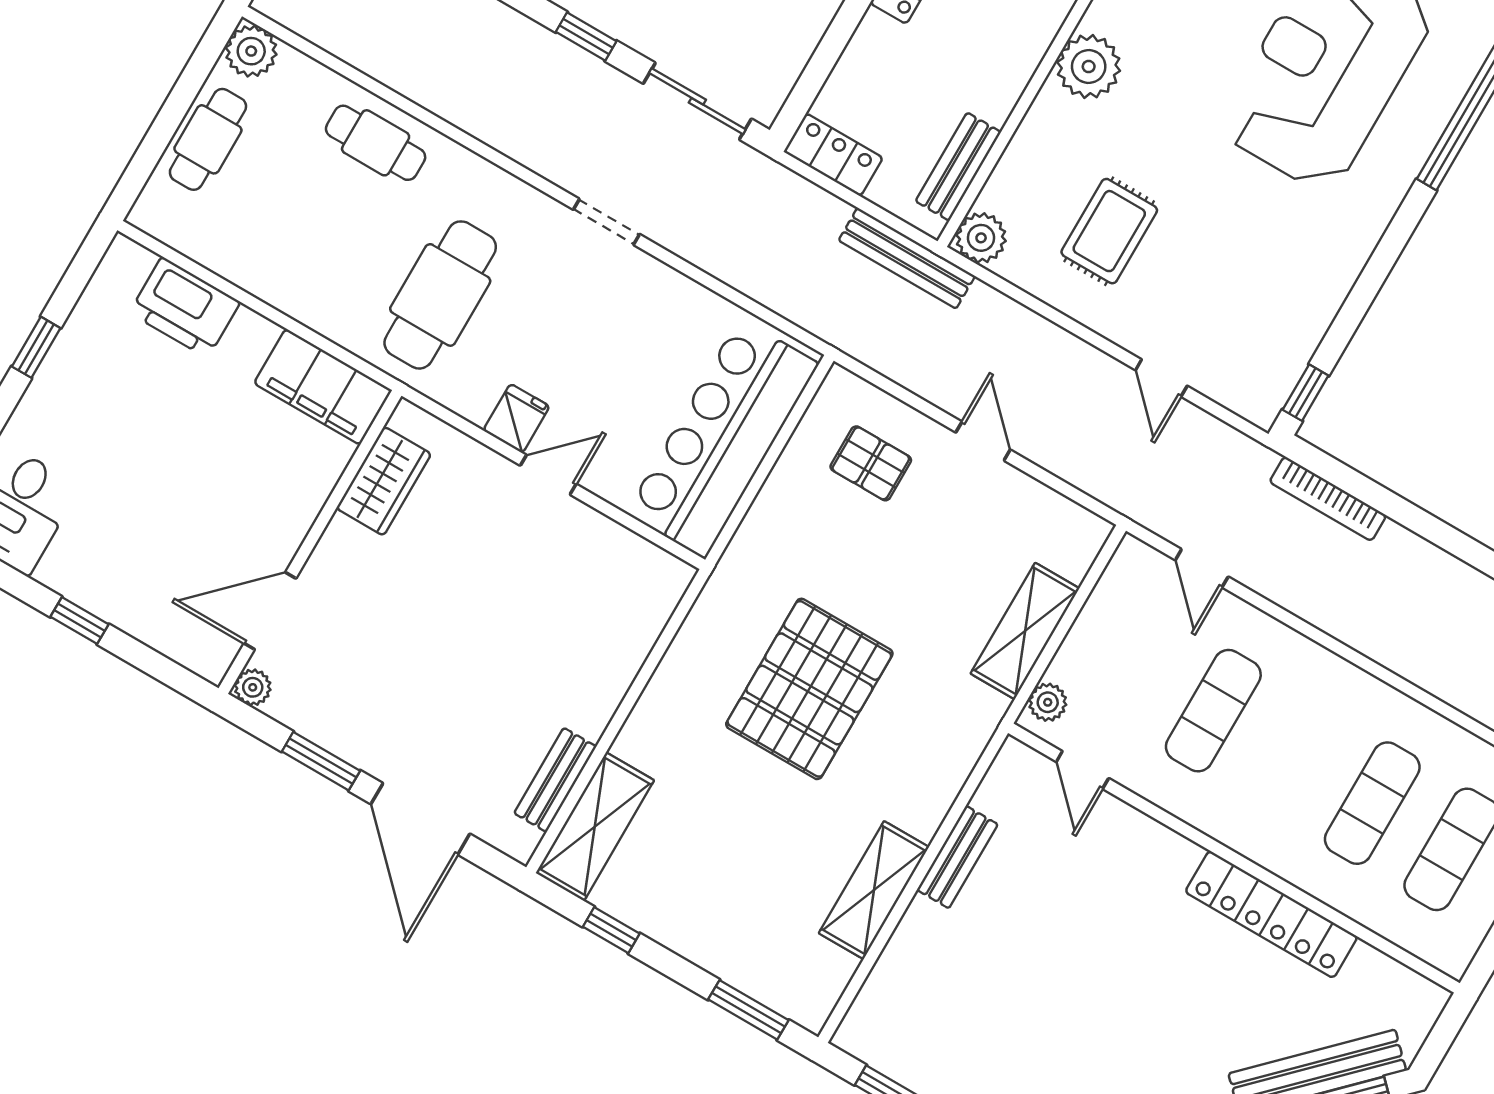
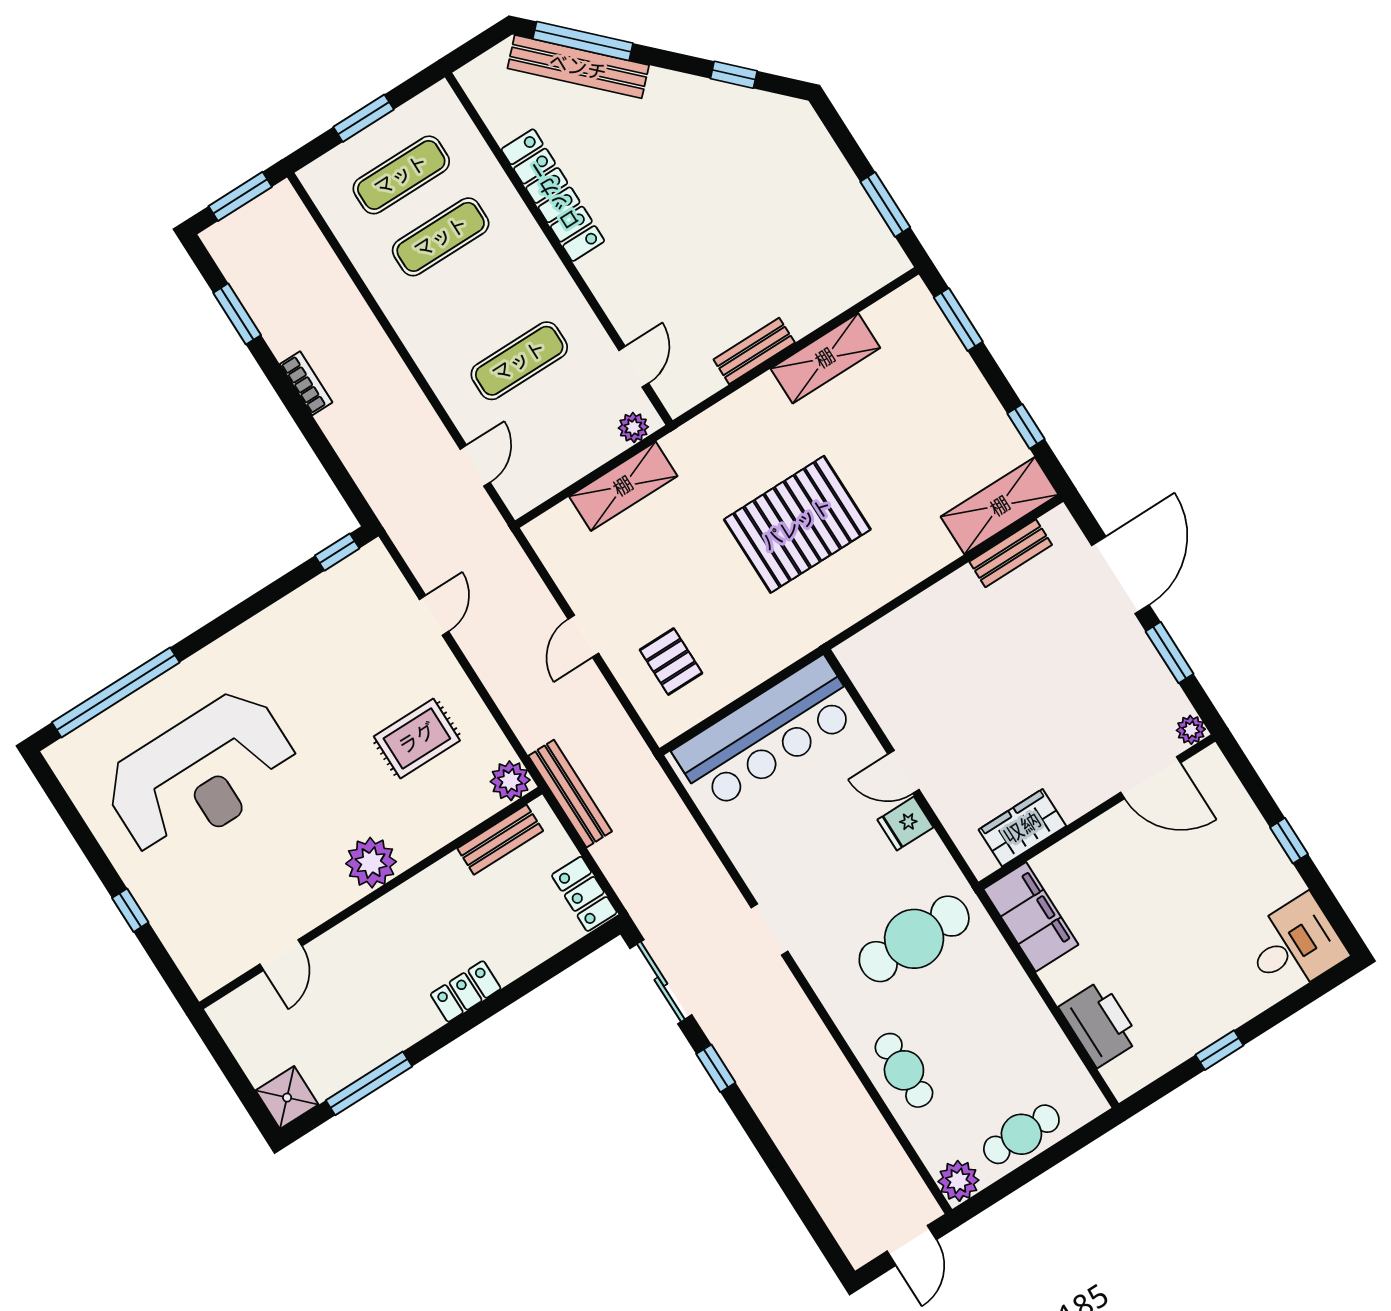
bookcase: (1328, 499) -> (306, 383), moved, width x0.64

